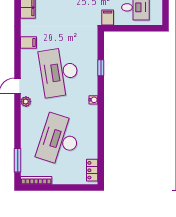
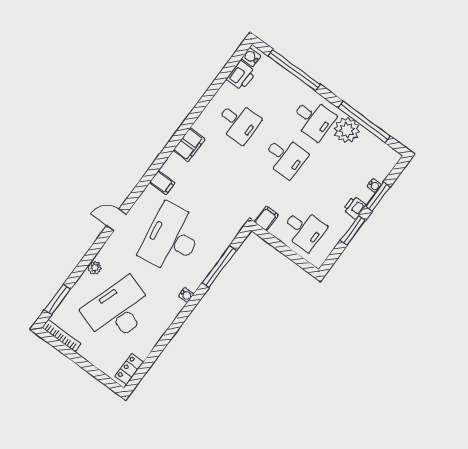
window: (101, 68) -> (219, 267), width x2.17
plant: (26, 102) -> (95, 268), moved

